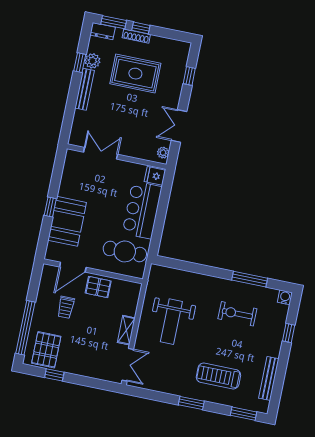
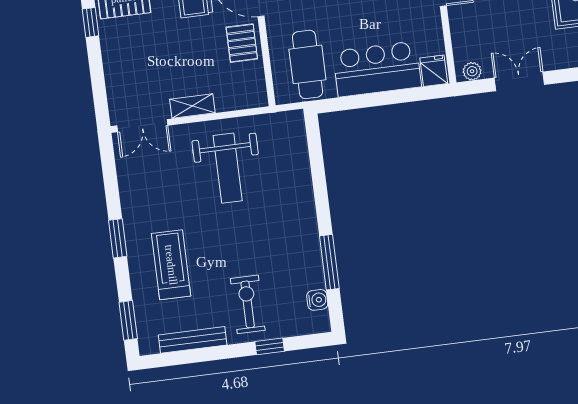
water cooler: (285, 297) -> (317, 300), moved
exercise bike: (237, 314) -> (248, 304), moved
weight bench: (171, 322) -> (228, 168), turned -90

